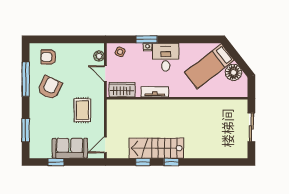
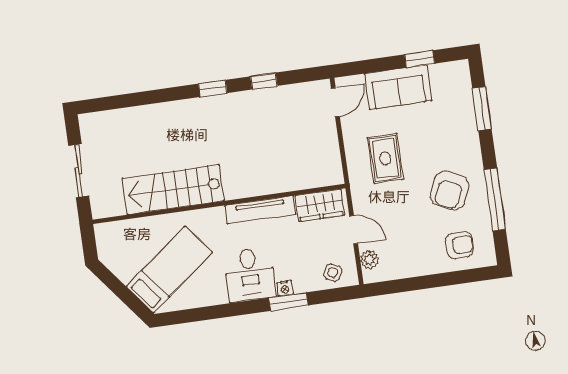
floor lamp: (234, 72) -> (125, 265), removed
tv unit: (155, 92) -> (260, 210), width x1.41
stairs: (156, 148) -> (173, 190), moved, turned 180

